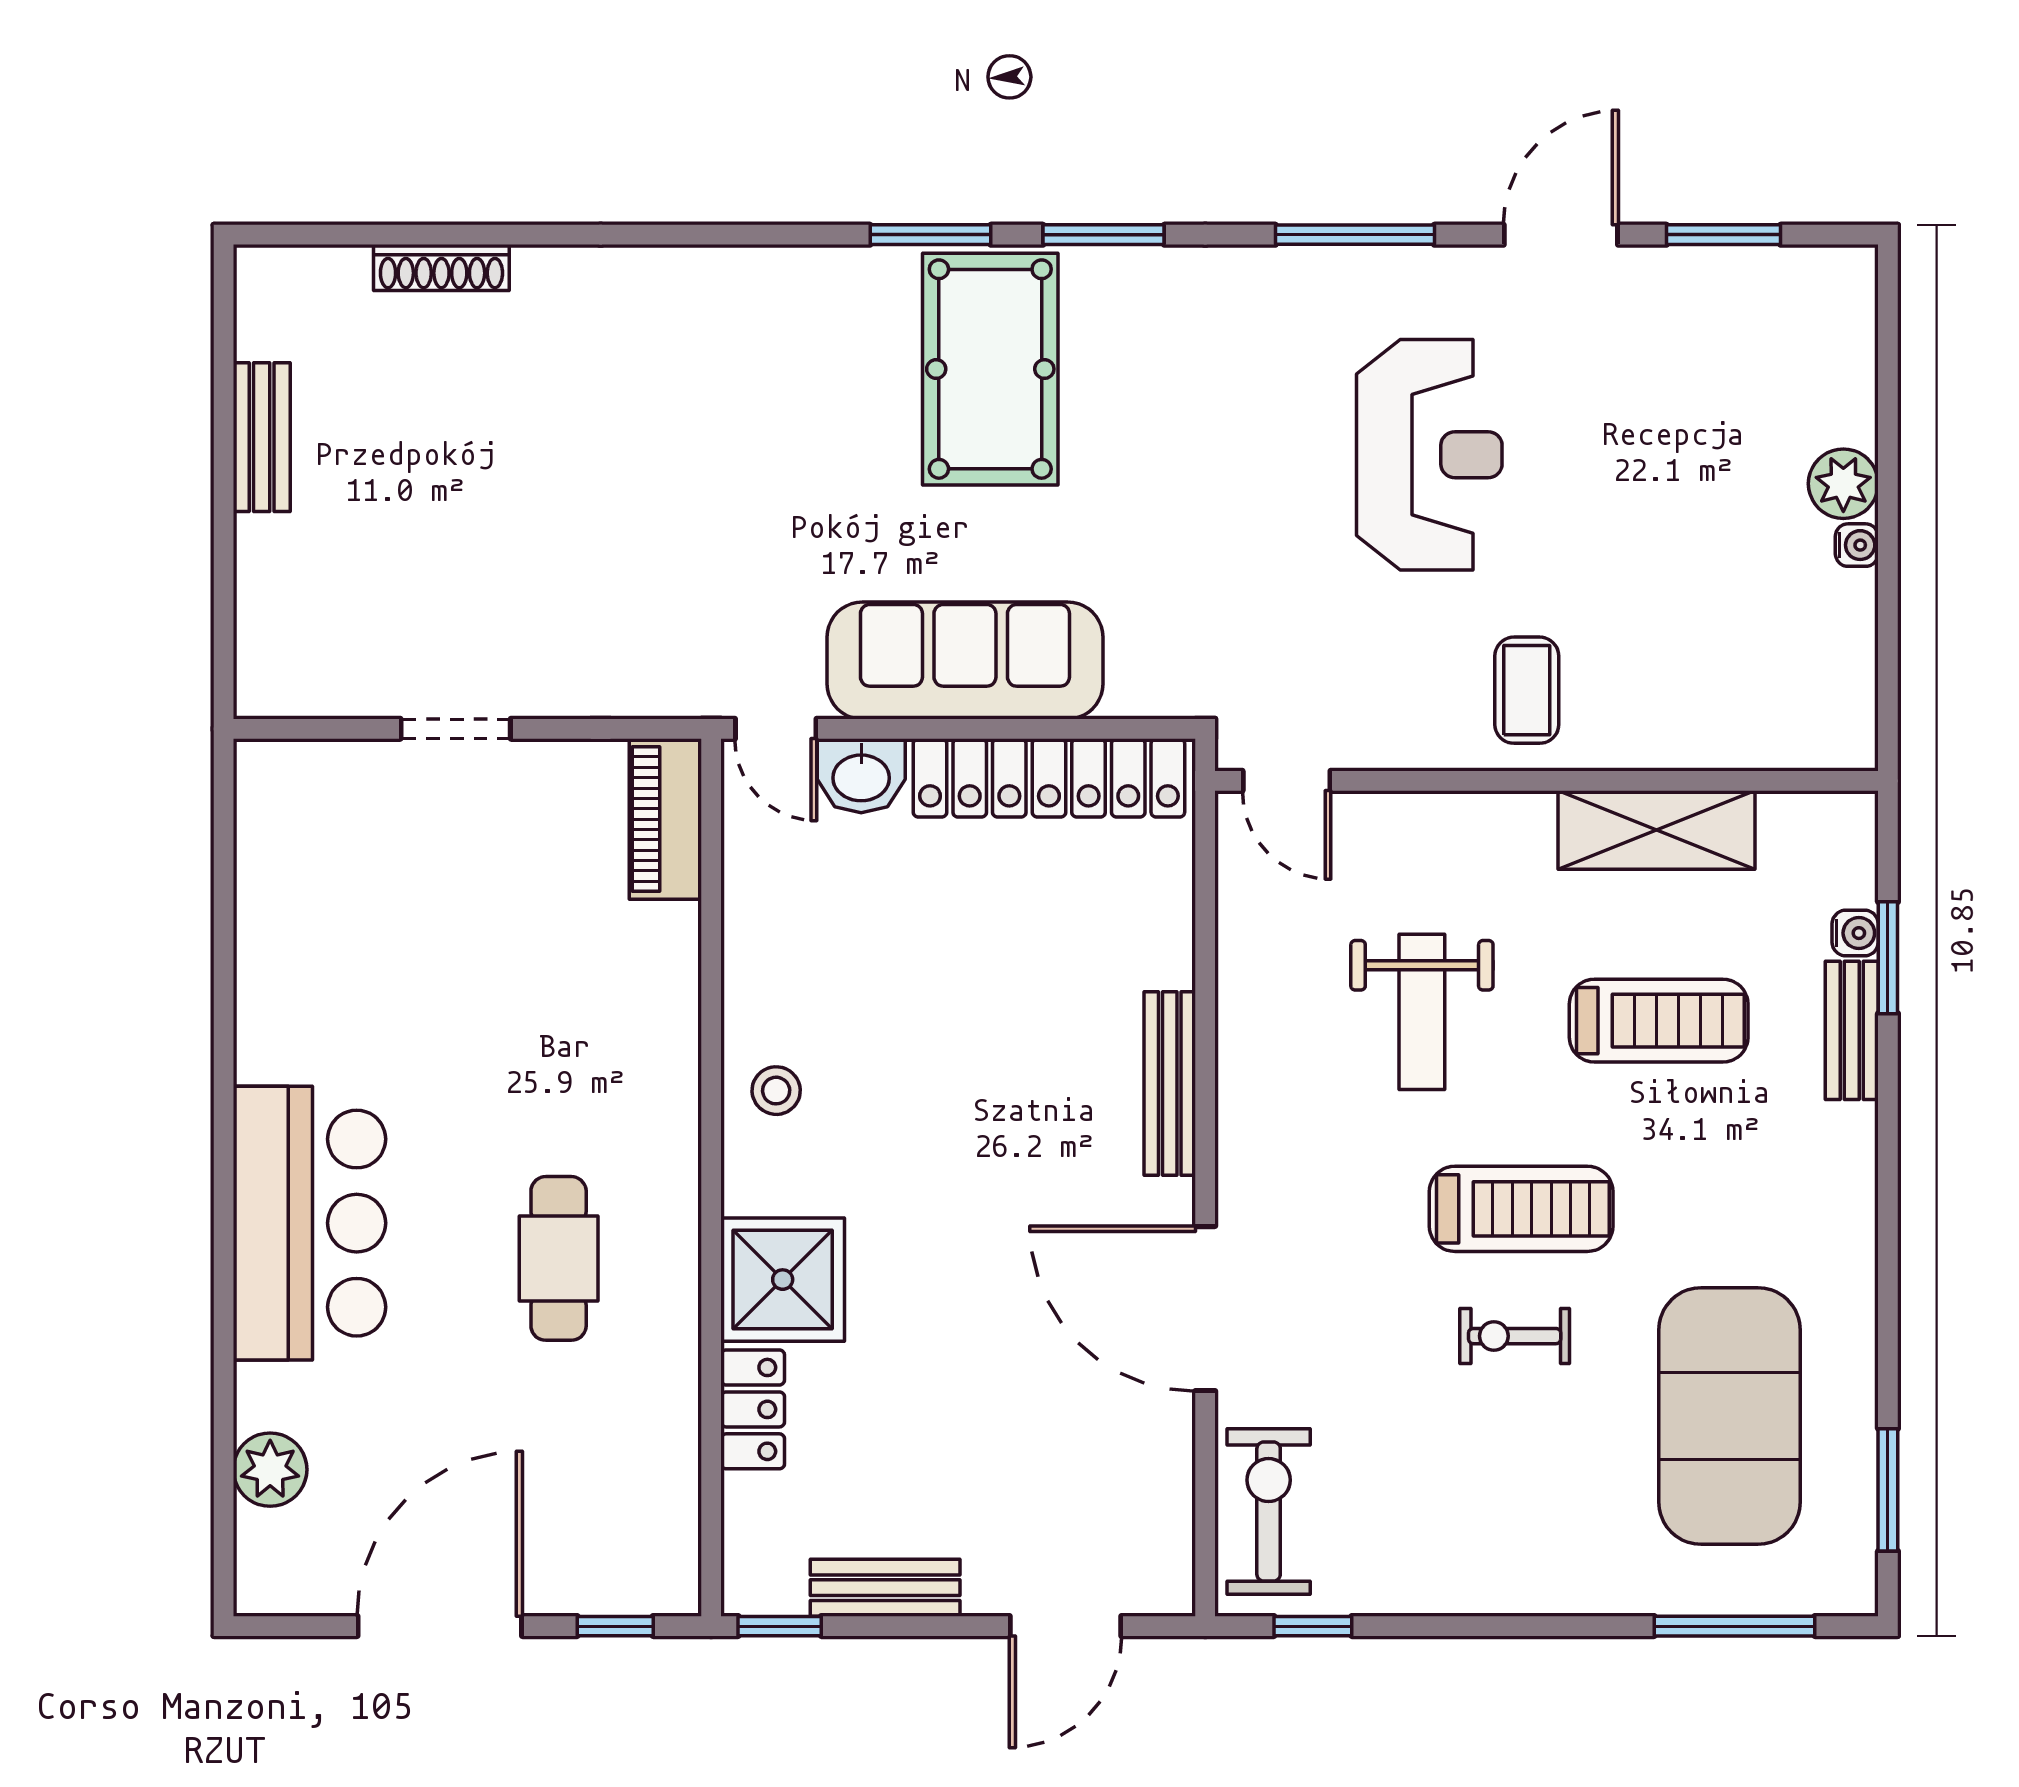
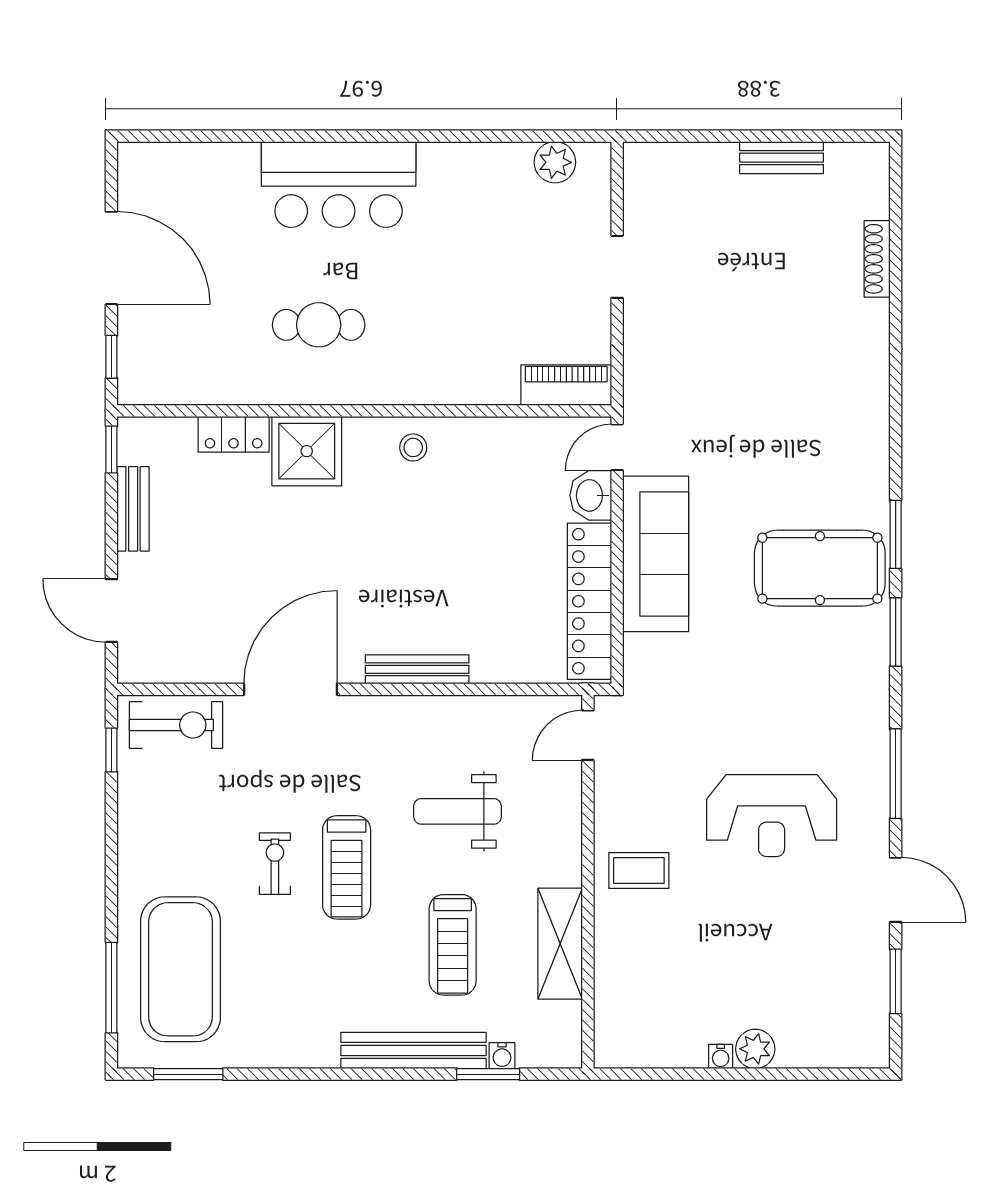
bench: (1852, 1030) -> (414, 1050), width x1.86, depth x1.21
exercise mat: (1729, 1416) -> (180, 969), moved, turned 90
plant: (270, 1470) -> (555, 162), moved

